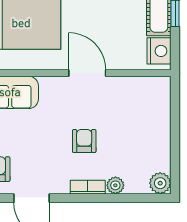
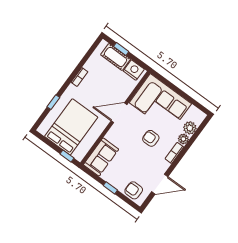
corner sofa: (141, 119) -> (160, 103), added
plant: (160, 183) -> (190, 128), moved

